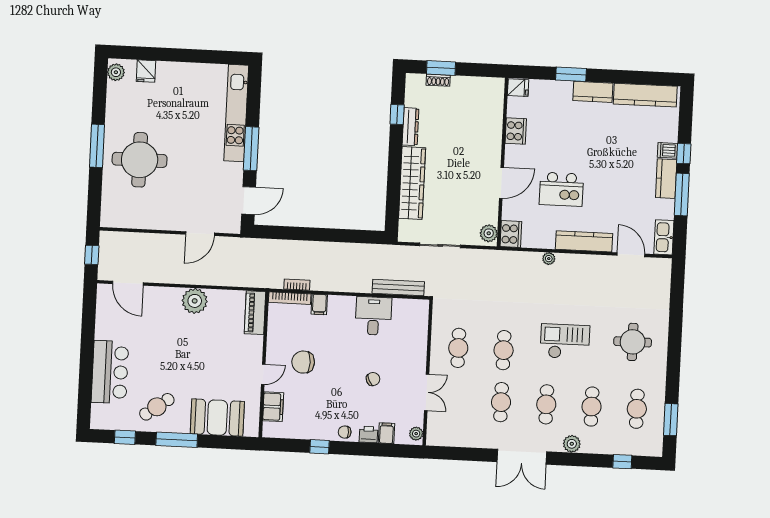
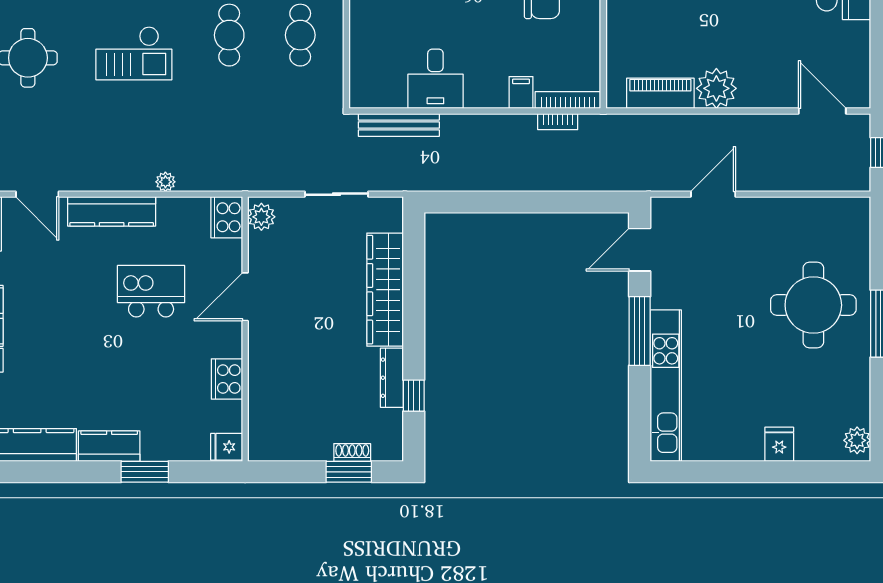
fridge: (146, 71) -> (779, 444), moved
piano: (255, 313) -> (660, 93), moved, turned -90

